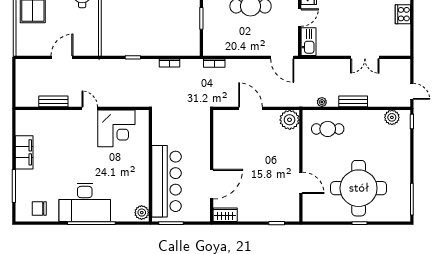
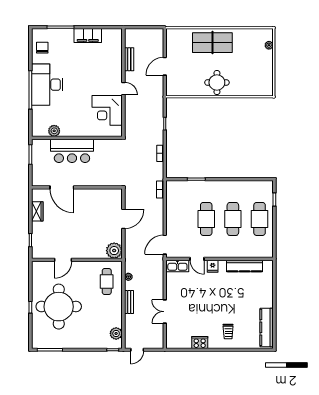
door: (62, 57) -> (165, 66), swing flipped
door: (90, 108) -> (123, 89), hinge flipped
bar counter: (167, 181) -> (72, 151), width x0.73
plant: (142, 213) -> (54, 131), moved
wardrobe: (225, 215) -> (37, 211), moved

